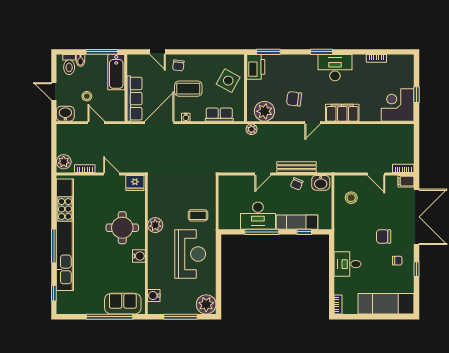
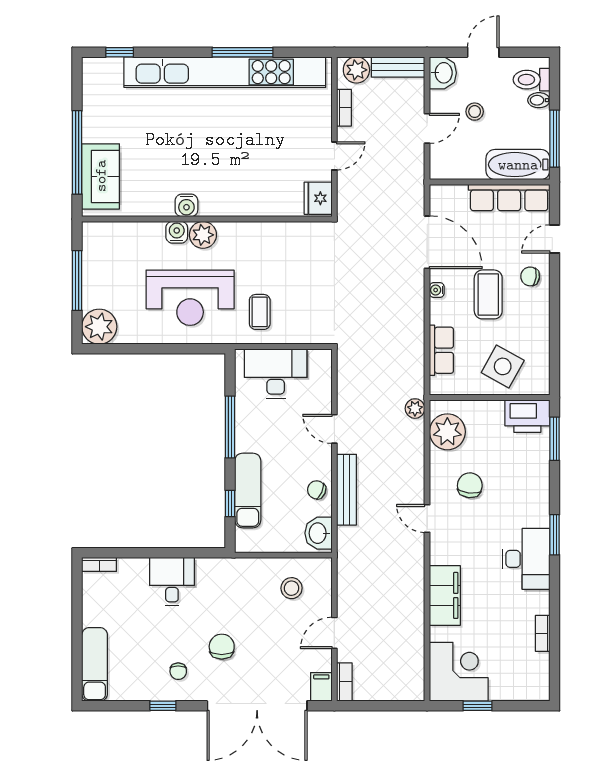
row of seats: (135, 99) -> (509, 197), moved
filing cabinet: (342, 113) -> (445, 595), moved
bench: (62, 139) -> (398, 67), added
desk: (258, 216) -> (276, 373), moved, turned 90
plant: (155, 225) -> (203, 235), moved
round table: (122, 228) -> (238, 175), removed
window: (54, 246) -> (243, 52), moved
water cooler: (154, 296) -> (177, 232), moved
exam couch: (386, 304) -> (95, 664), width x0.73, depth x0.69

